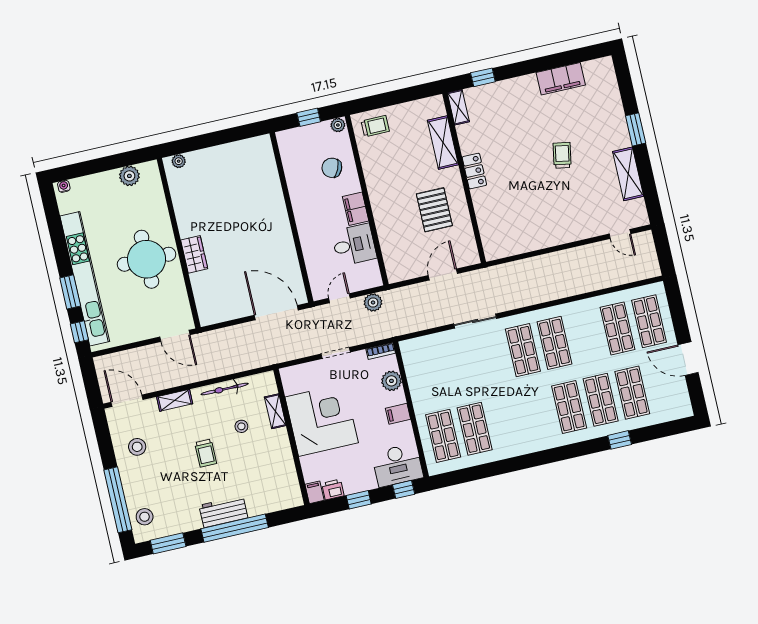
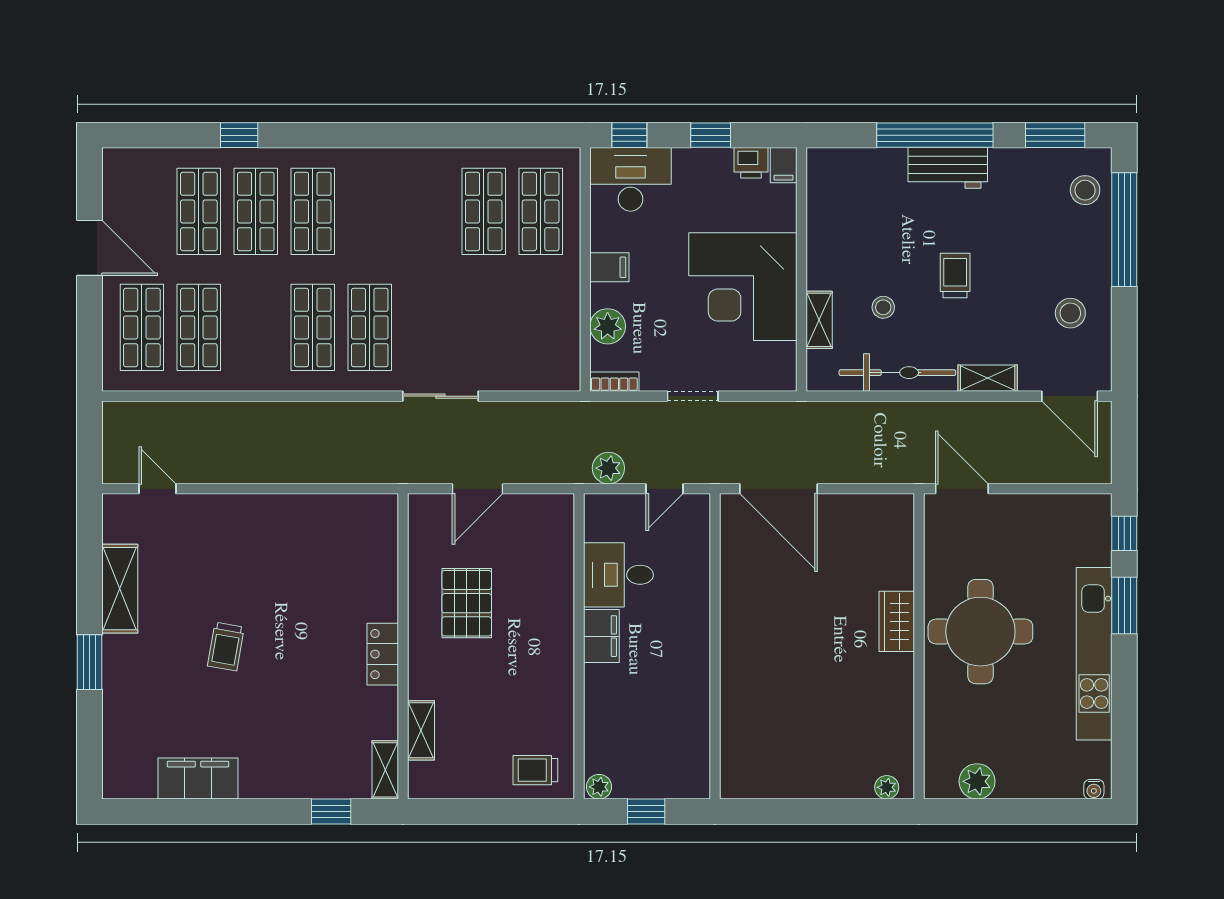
shelving: (443, 143) -> (421, 730), width x0.67, depth x0.75
chair: (332, 168) -> (626, 716), removed
kitchen unit: (85, 279) -> (1094, 654), width x0.73
bicycle: (225, 389) -> (897, 373), width x1.37, depth x1.40

